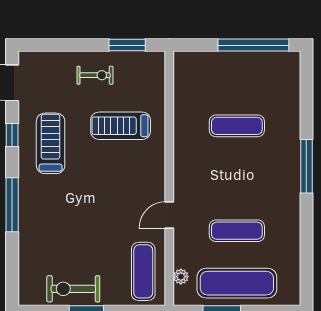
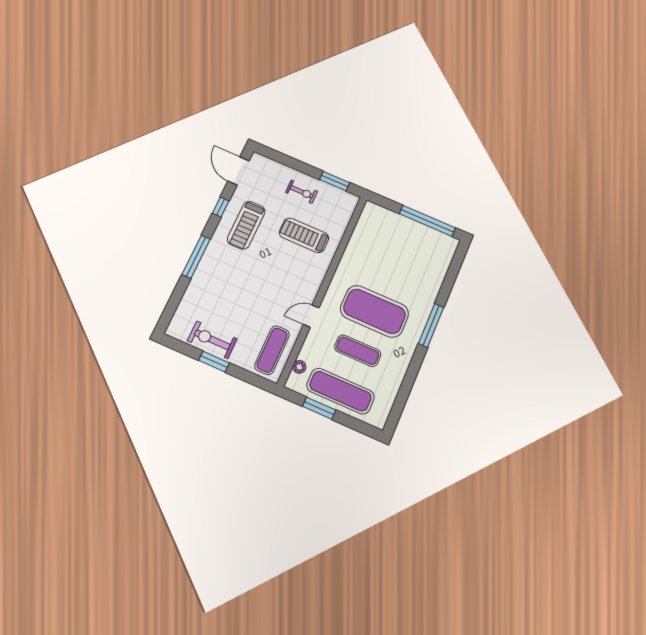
exercise mat: (237, 126) -> (374, 311), moved, width x2.00, depth x1.45
treadmill: (51, 143) -> (246, 225), turned 180

